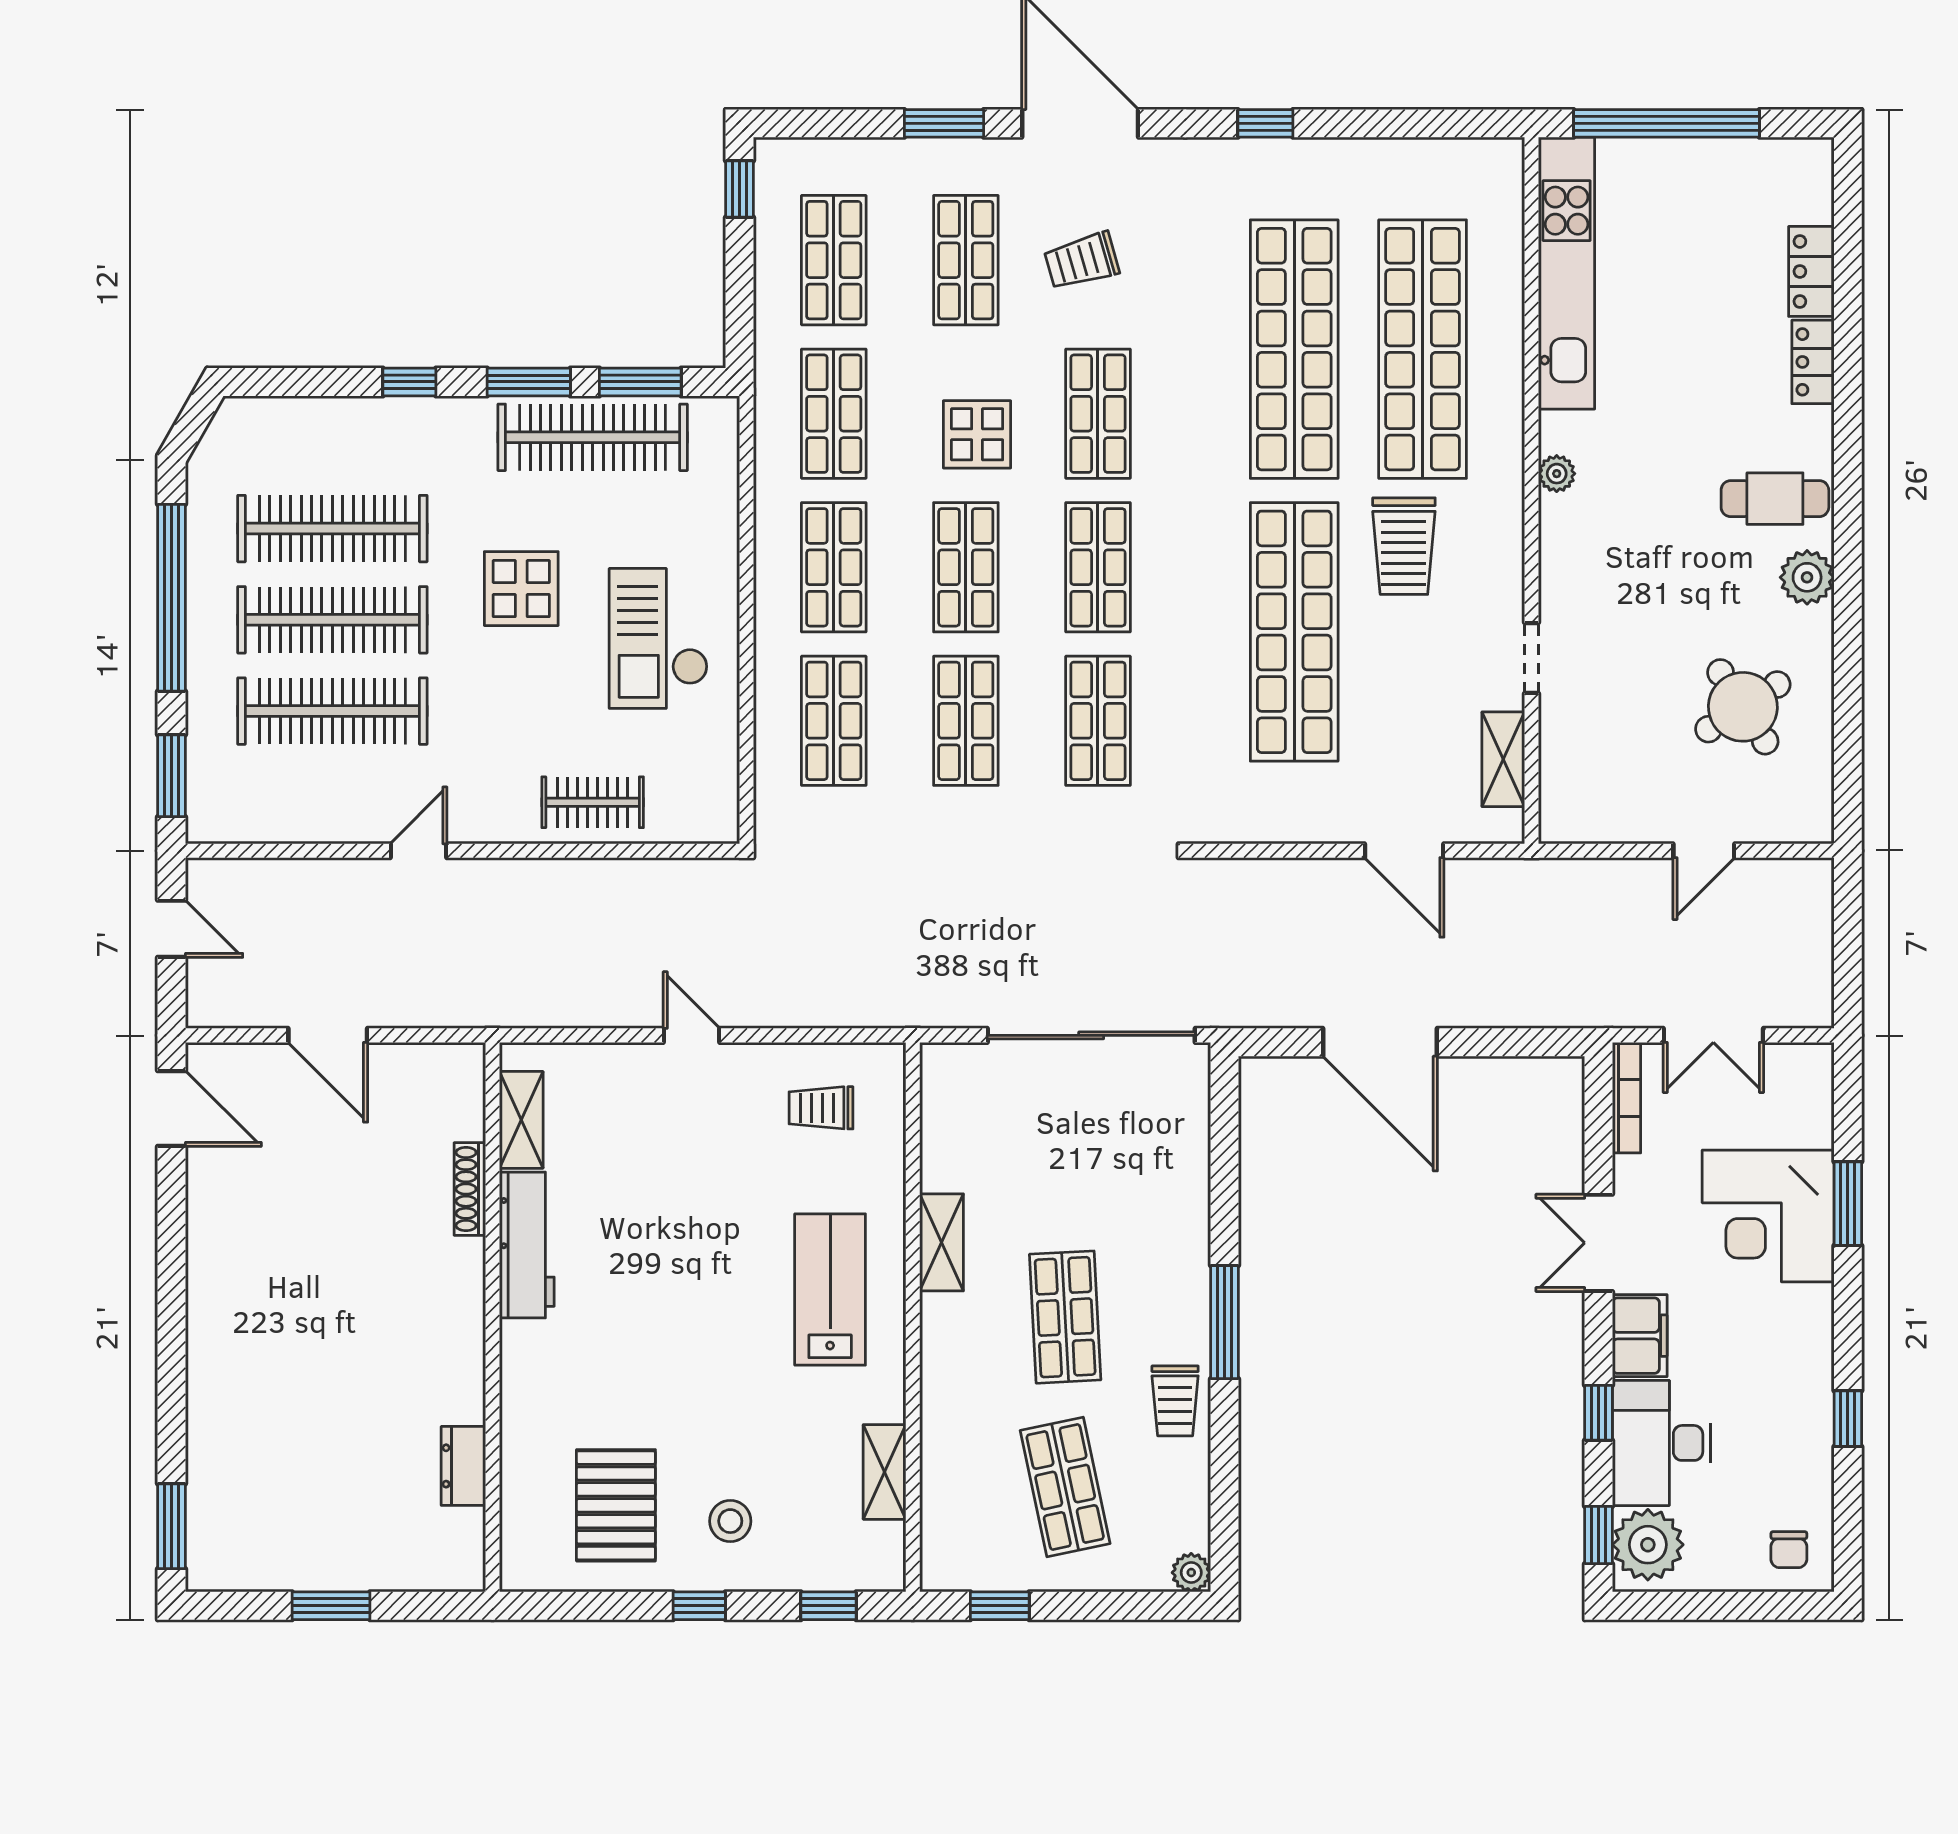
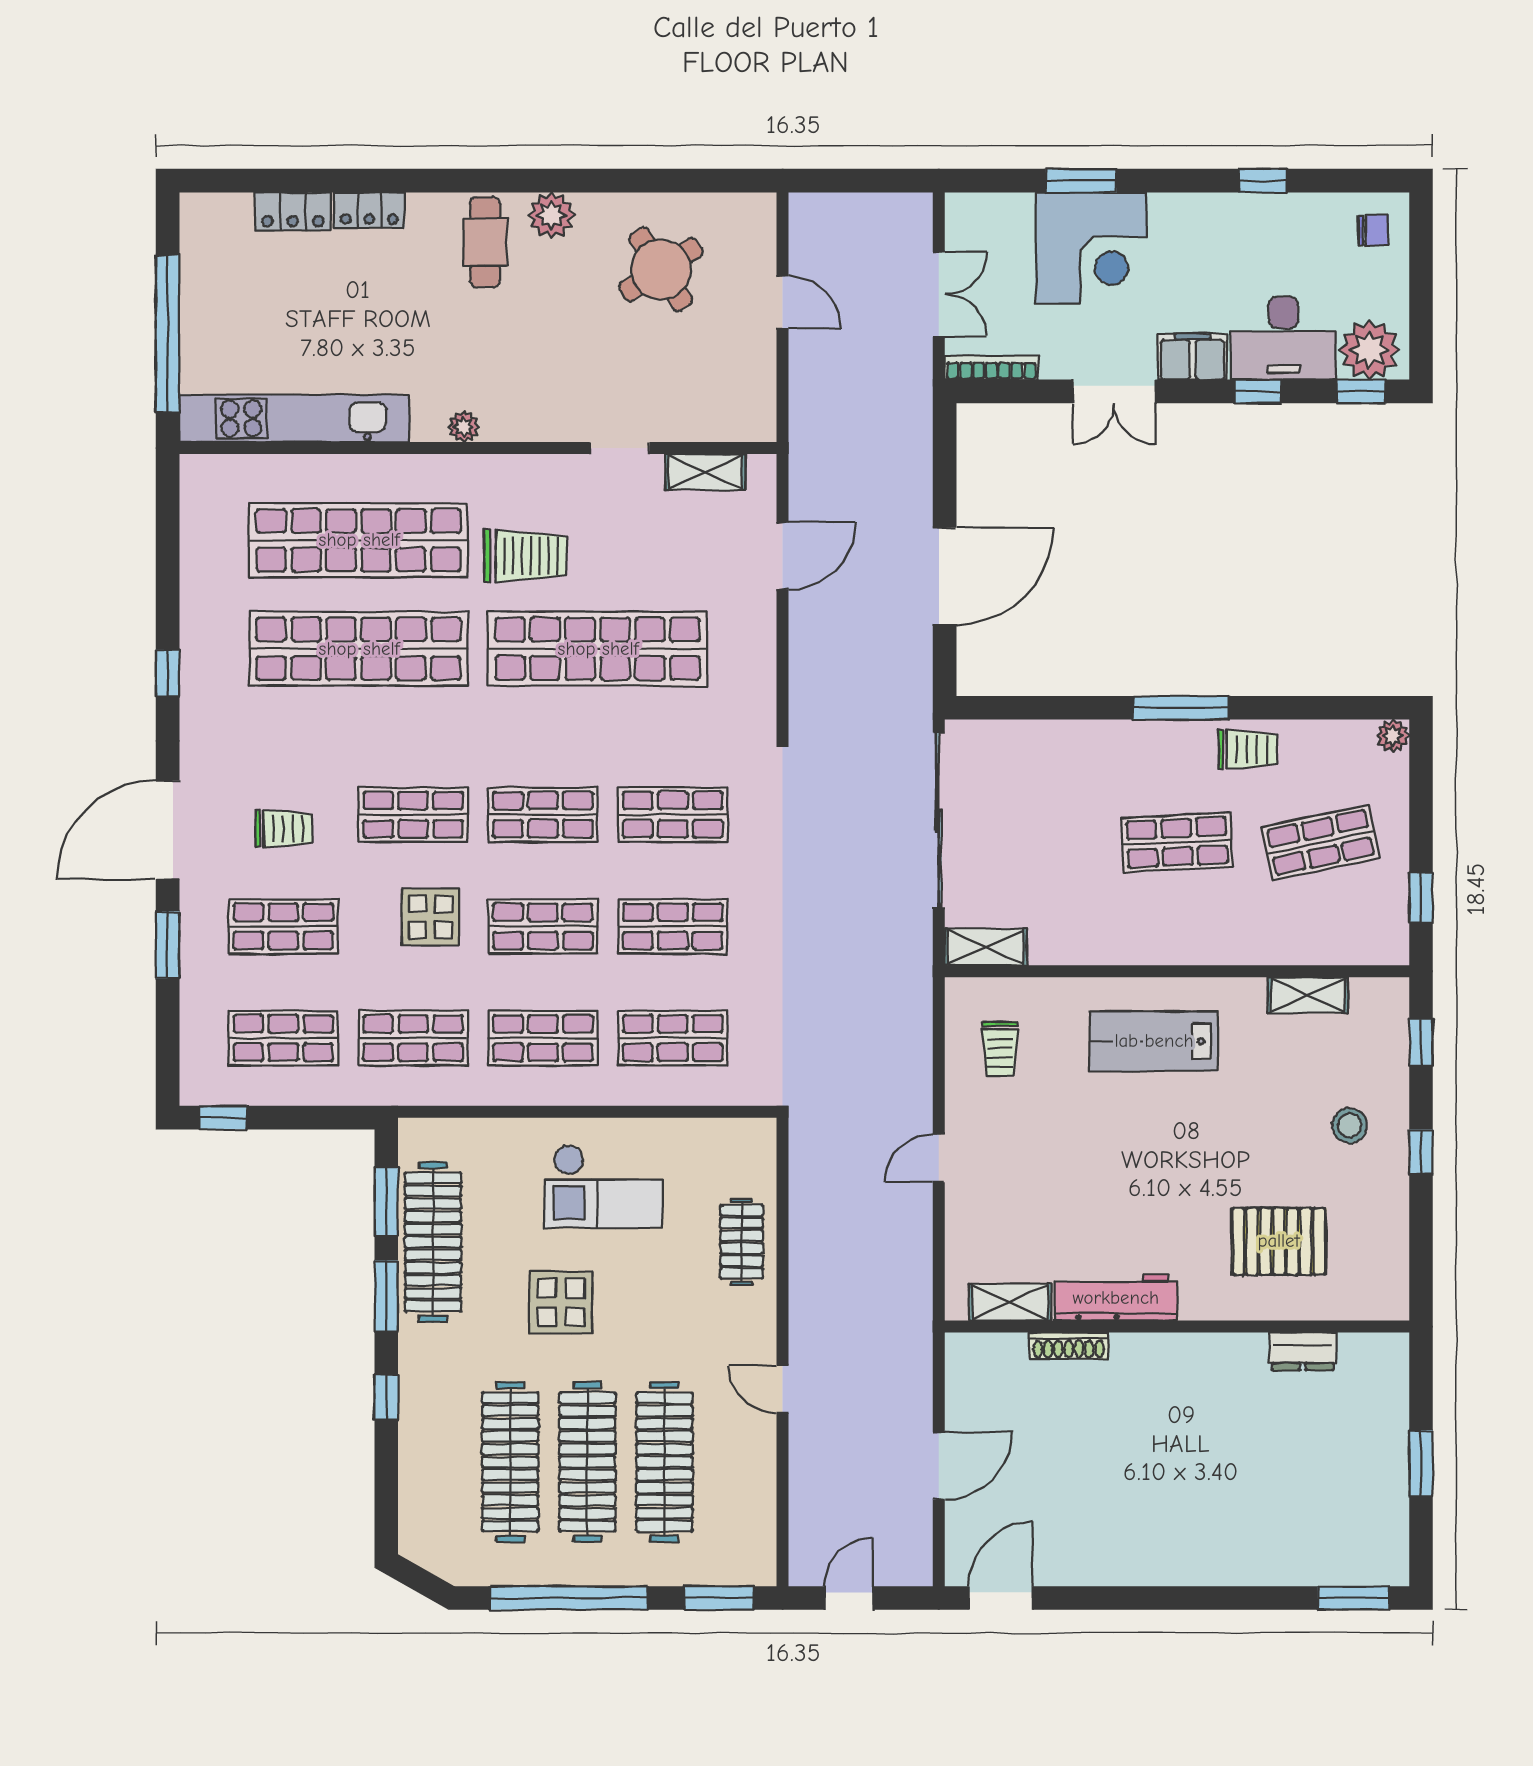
trolley: (1082, 261) -> (284, 828), turned -74
shelving: (942, 1242) -> (986, 947), moved
pallet: (616, 1505) -> (1279, 1241), moved

